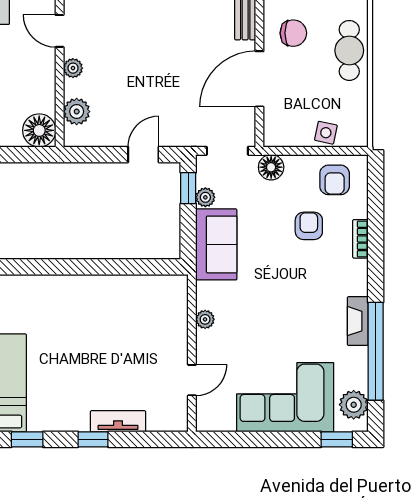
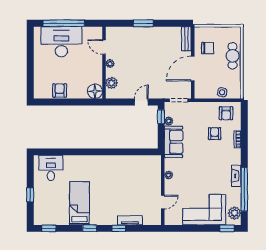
floor lamp: (271, 167) -> (198, 108), removed

